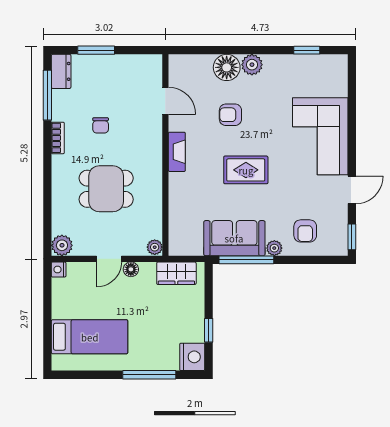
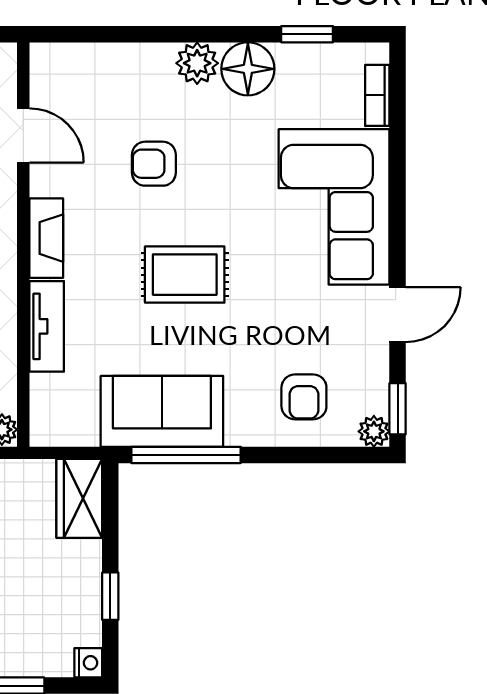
floor lamp: (227, 67) -> (248, 69), moved
bookcase: (342, 81) -> (377, 95), added
tv unit: (177, 196) -> (47, 326), added
plant: (274, 248) -> (374, 431), moved
wardrobe: (176, 273) -> (79, 498), moved, turned 90
nightstand: (192, 357) -> (88, 663), width x0.53, depth x0.56

